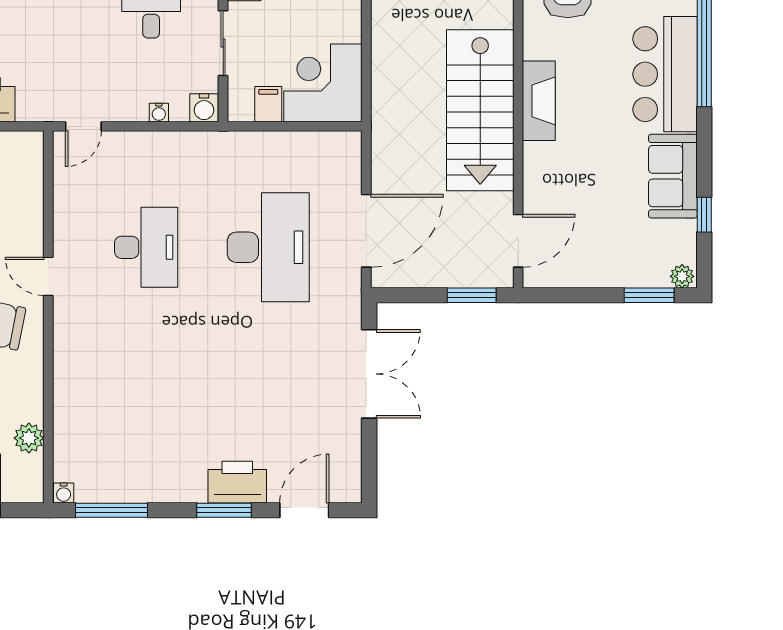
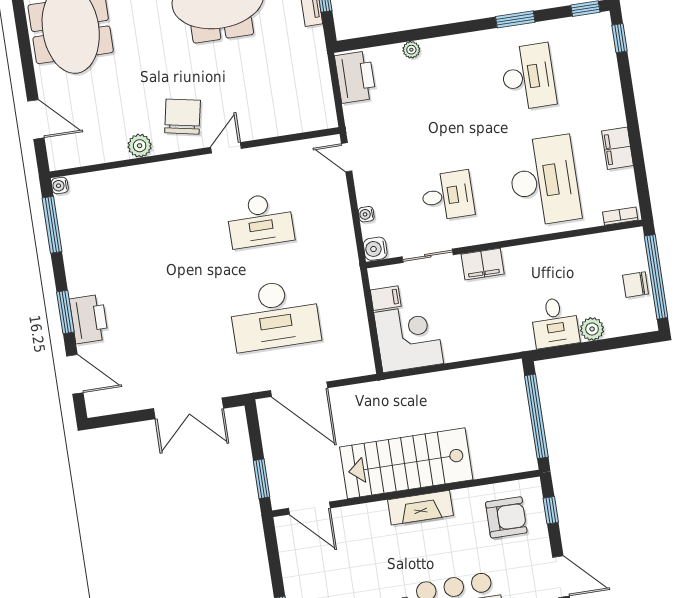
plant: (29, 438) -> (140, 146), moved

